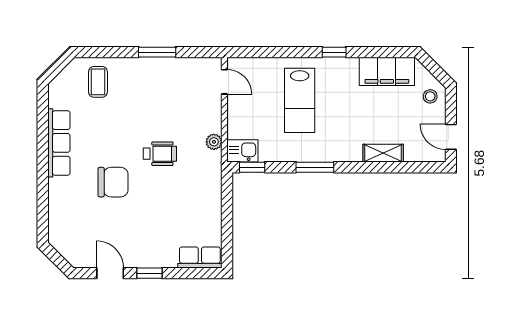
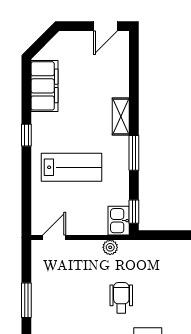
stool: (430, 96) -> (68, 45), removed
shelving: (383, 153) -> (121, 116), moved

